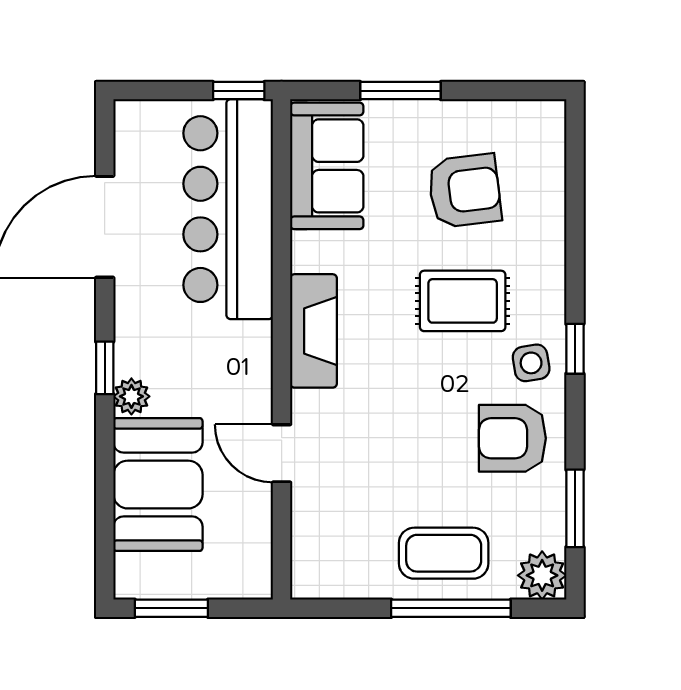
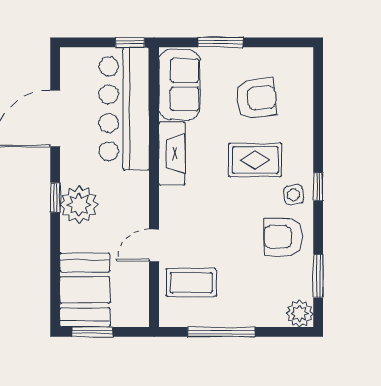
fireplace: (314, 331) -> (172, 154), moved
plant: (131, 396) -> (79, 205), width x1.88, depth x1.88
door: (282, 453) -> (154, 245), hinge flipped
booth: (158, 485) -> (85, 290), moved
coffee table: (444, 553) -> (191, 283), moved
window: (451, 608) -> (221, 332), moved

